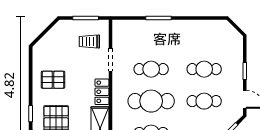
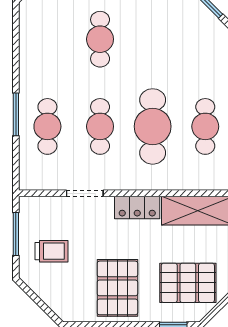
trolley: (89, 41) -> (52, 251), moved, turned -90
pallet: (53, 80) -> (117, 288), width x1.50, depth x1.42
cafe table: (204, 101) -> (47, 126), moved

